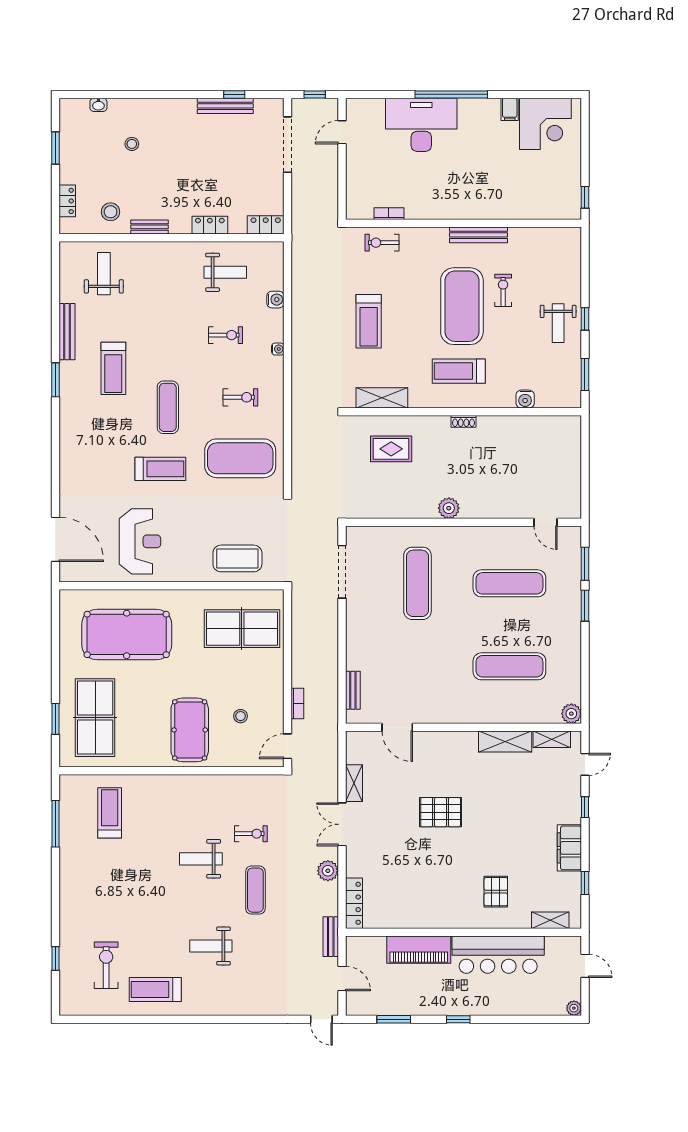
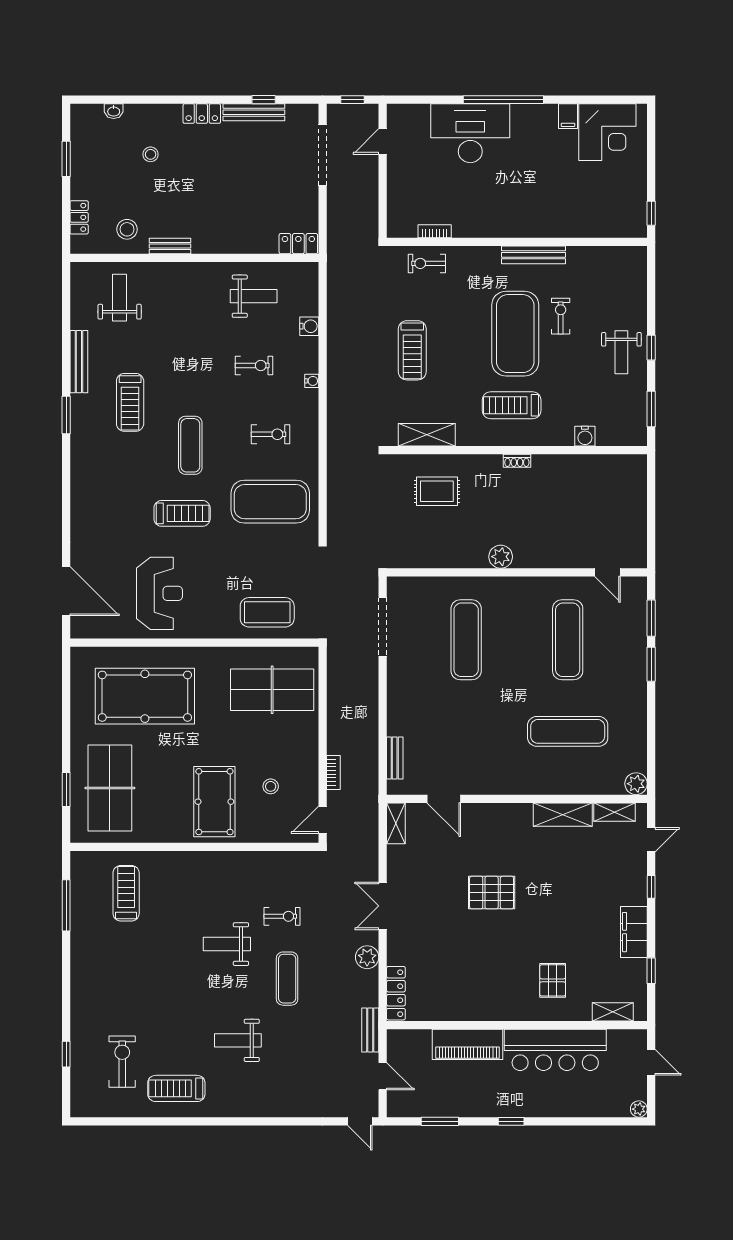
locker: (210, 225) -> (202, 114), moved, turned 180
exercise mat: (509, 583) -> (568, 640), turned 90
shelving: (354, 783) -> (396, 823), moved

